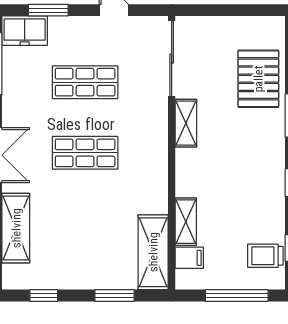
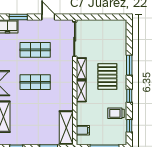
pallet: (258, 79) -> (107, 76), moved
shelving: (186, 222) -> (81, 91), moved
trolley: (265, 256) -> (116, 113), moved

